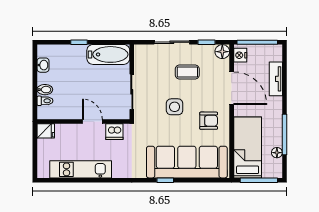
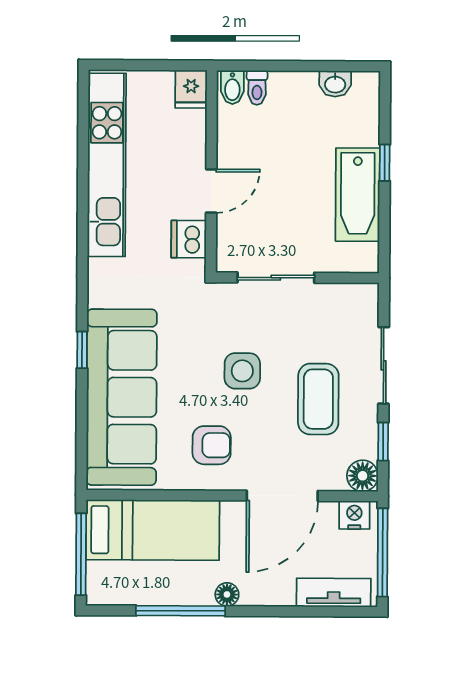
bathtub: (108, 54) -> (358, 195), moved
coffee table: (187, 72) -> (318, 399), width x1.36, depth x1.30
tv unit: (276, 79) -> (334, 593), moved
bidet: (45, 90) -> (232, 87), moved
armchair: (209, 121) -> (212, 445), turned -90
floor lamp: (277, 153) -> (227, 594), moved
kitchen unit: (81, 169) -> (107, 165), width x1.36

